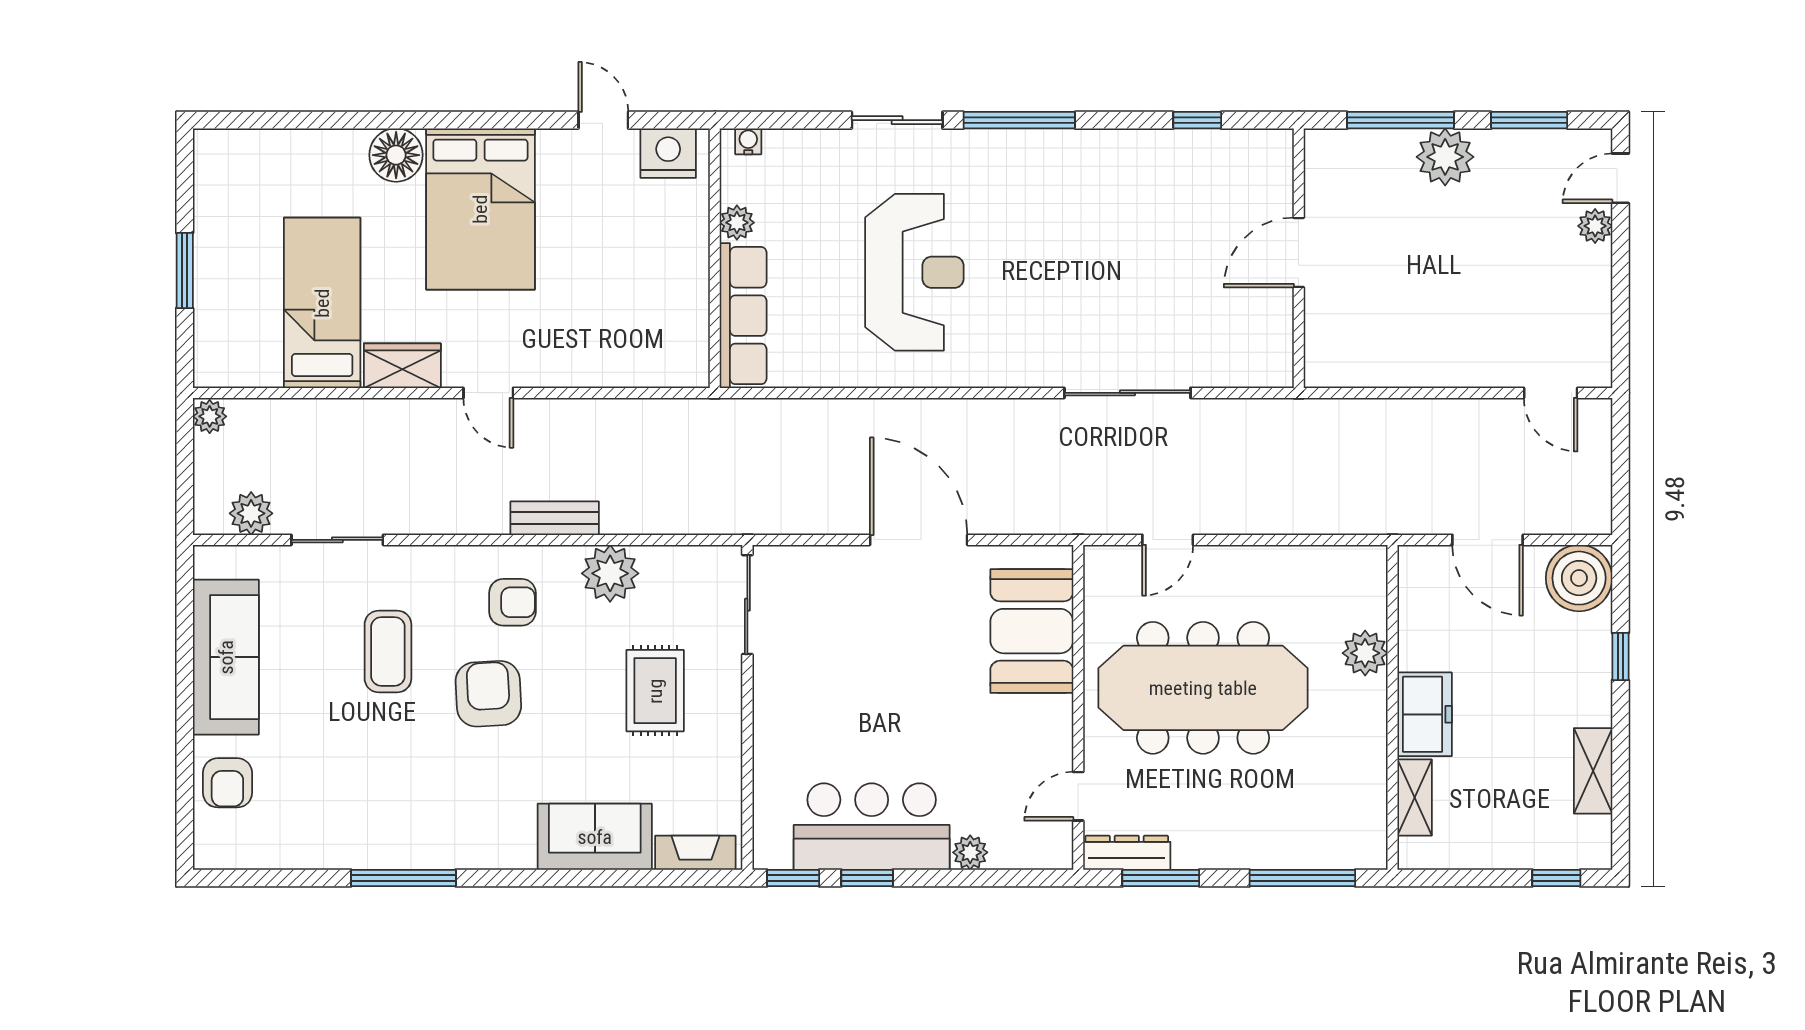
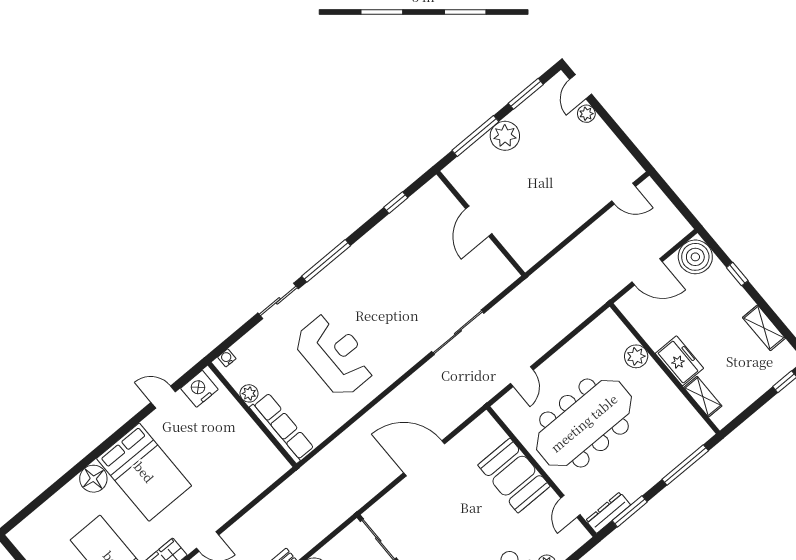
booth: (1032, 631) -> (514, 476), moved

